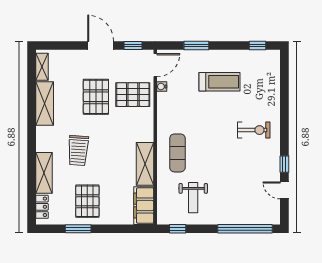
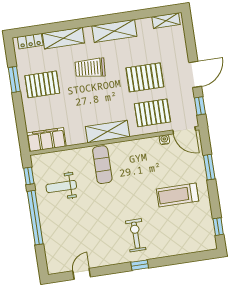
treadmill: (220, 82) -> (178, 195), turned 90
pallet: (133, 95) -> (152, 113), turned 90
shelving: (45, 103) -> (114, 31), moved
exercise bike: (254, 130) -> (136, 235), turned 180
exercise mat: (177, 153) -> (102, 165), turned 90
shelving: (145, 164) -> (107, 132), moved
window: (284, 164) -> (140, 265), moved
window: (245, 229) -> (35, 218), moved

